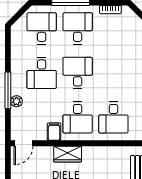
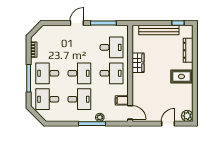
desk: (78, 73) -> (79, 73), turned 180
filing cabinet: (54, 132) -> (122, 100), moved
wardrobe: (68, 154) -> (138, 63), moved

